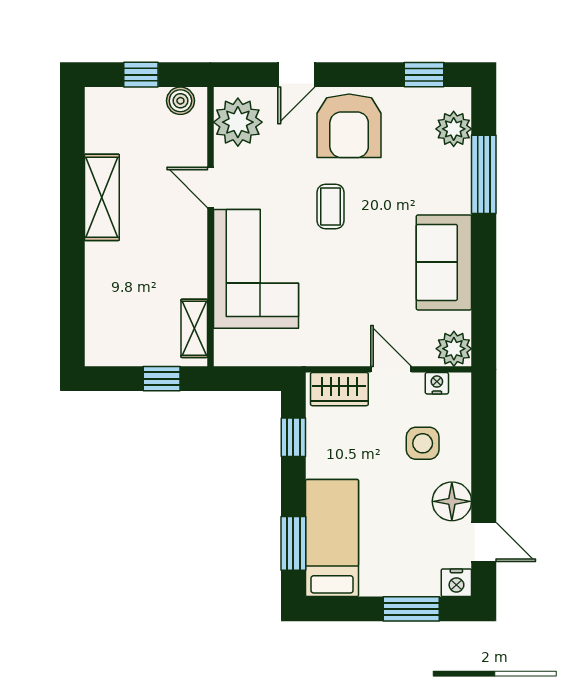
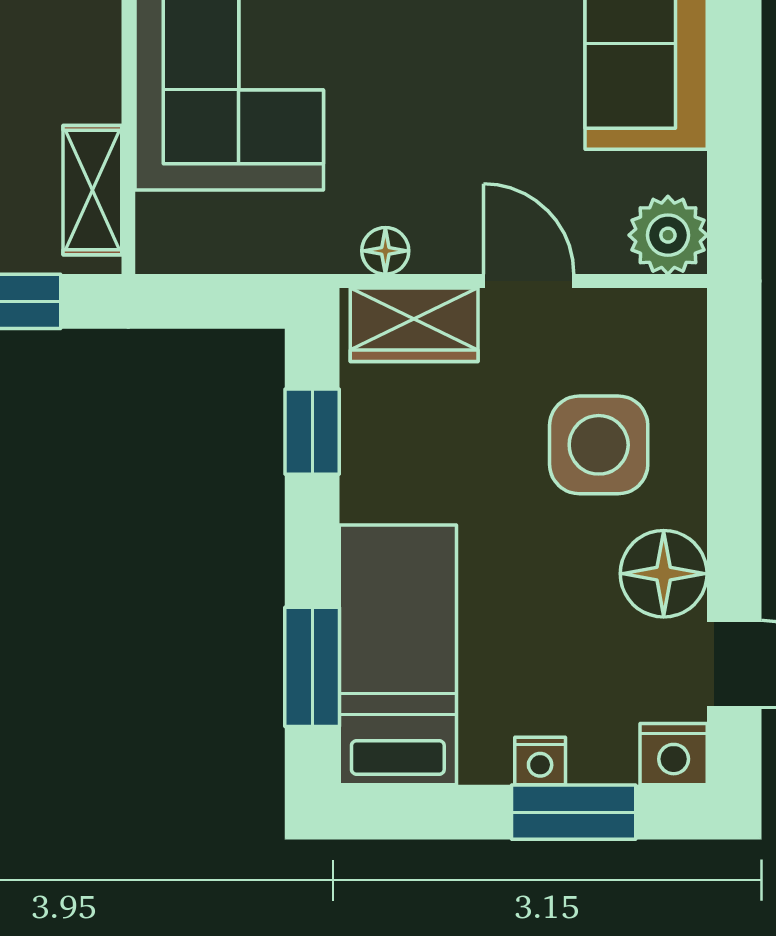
floor lamp: (326, 356) -> (385, 251), added
nightstand: (437, 383) -> (540, 761), moved, turned 180
side table: (423, 443) -> (599, 445), width x1.37, depth x1.37

